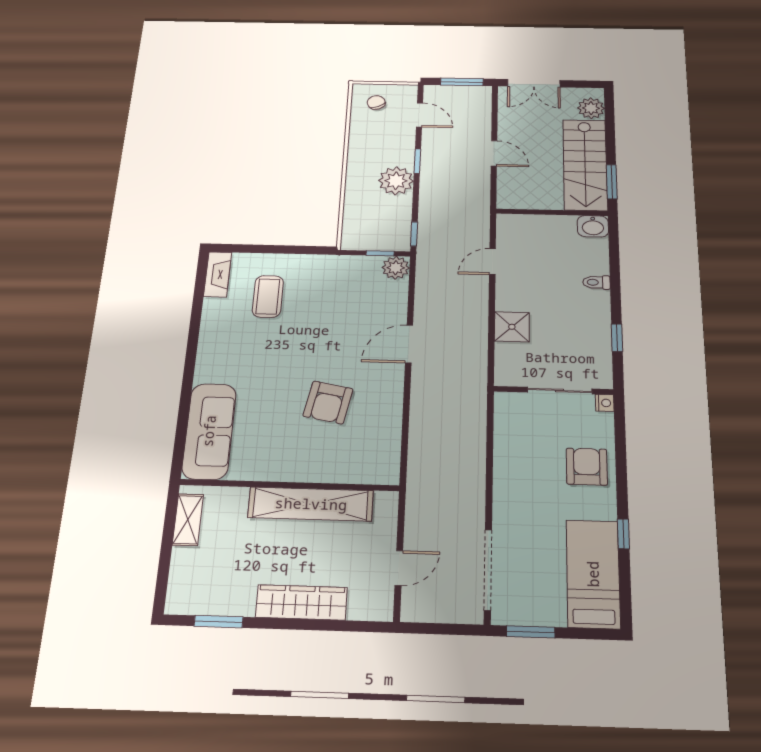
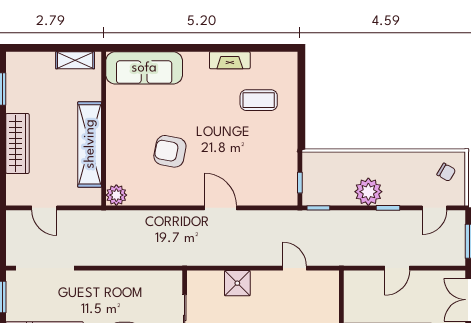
chair: (376, 102) -> (446, 172), turned 55
plant: (396, 268) -> (116, 195), moved
fireplace: (218, 274) -> (230, 60), moved

